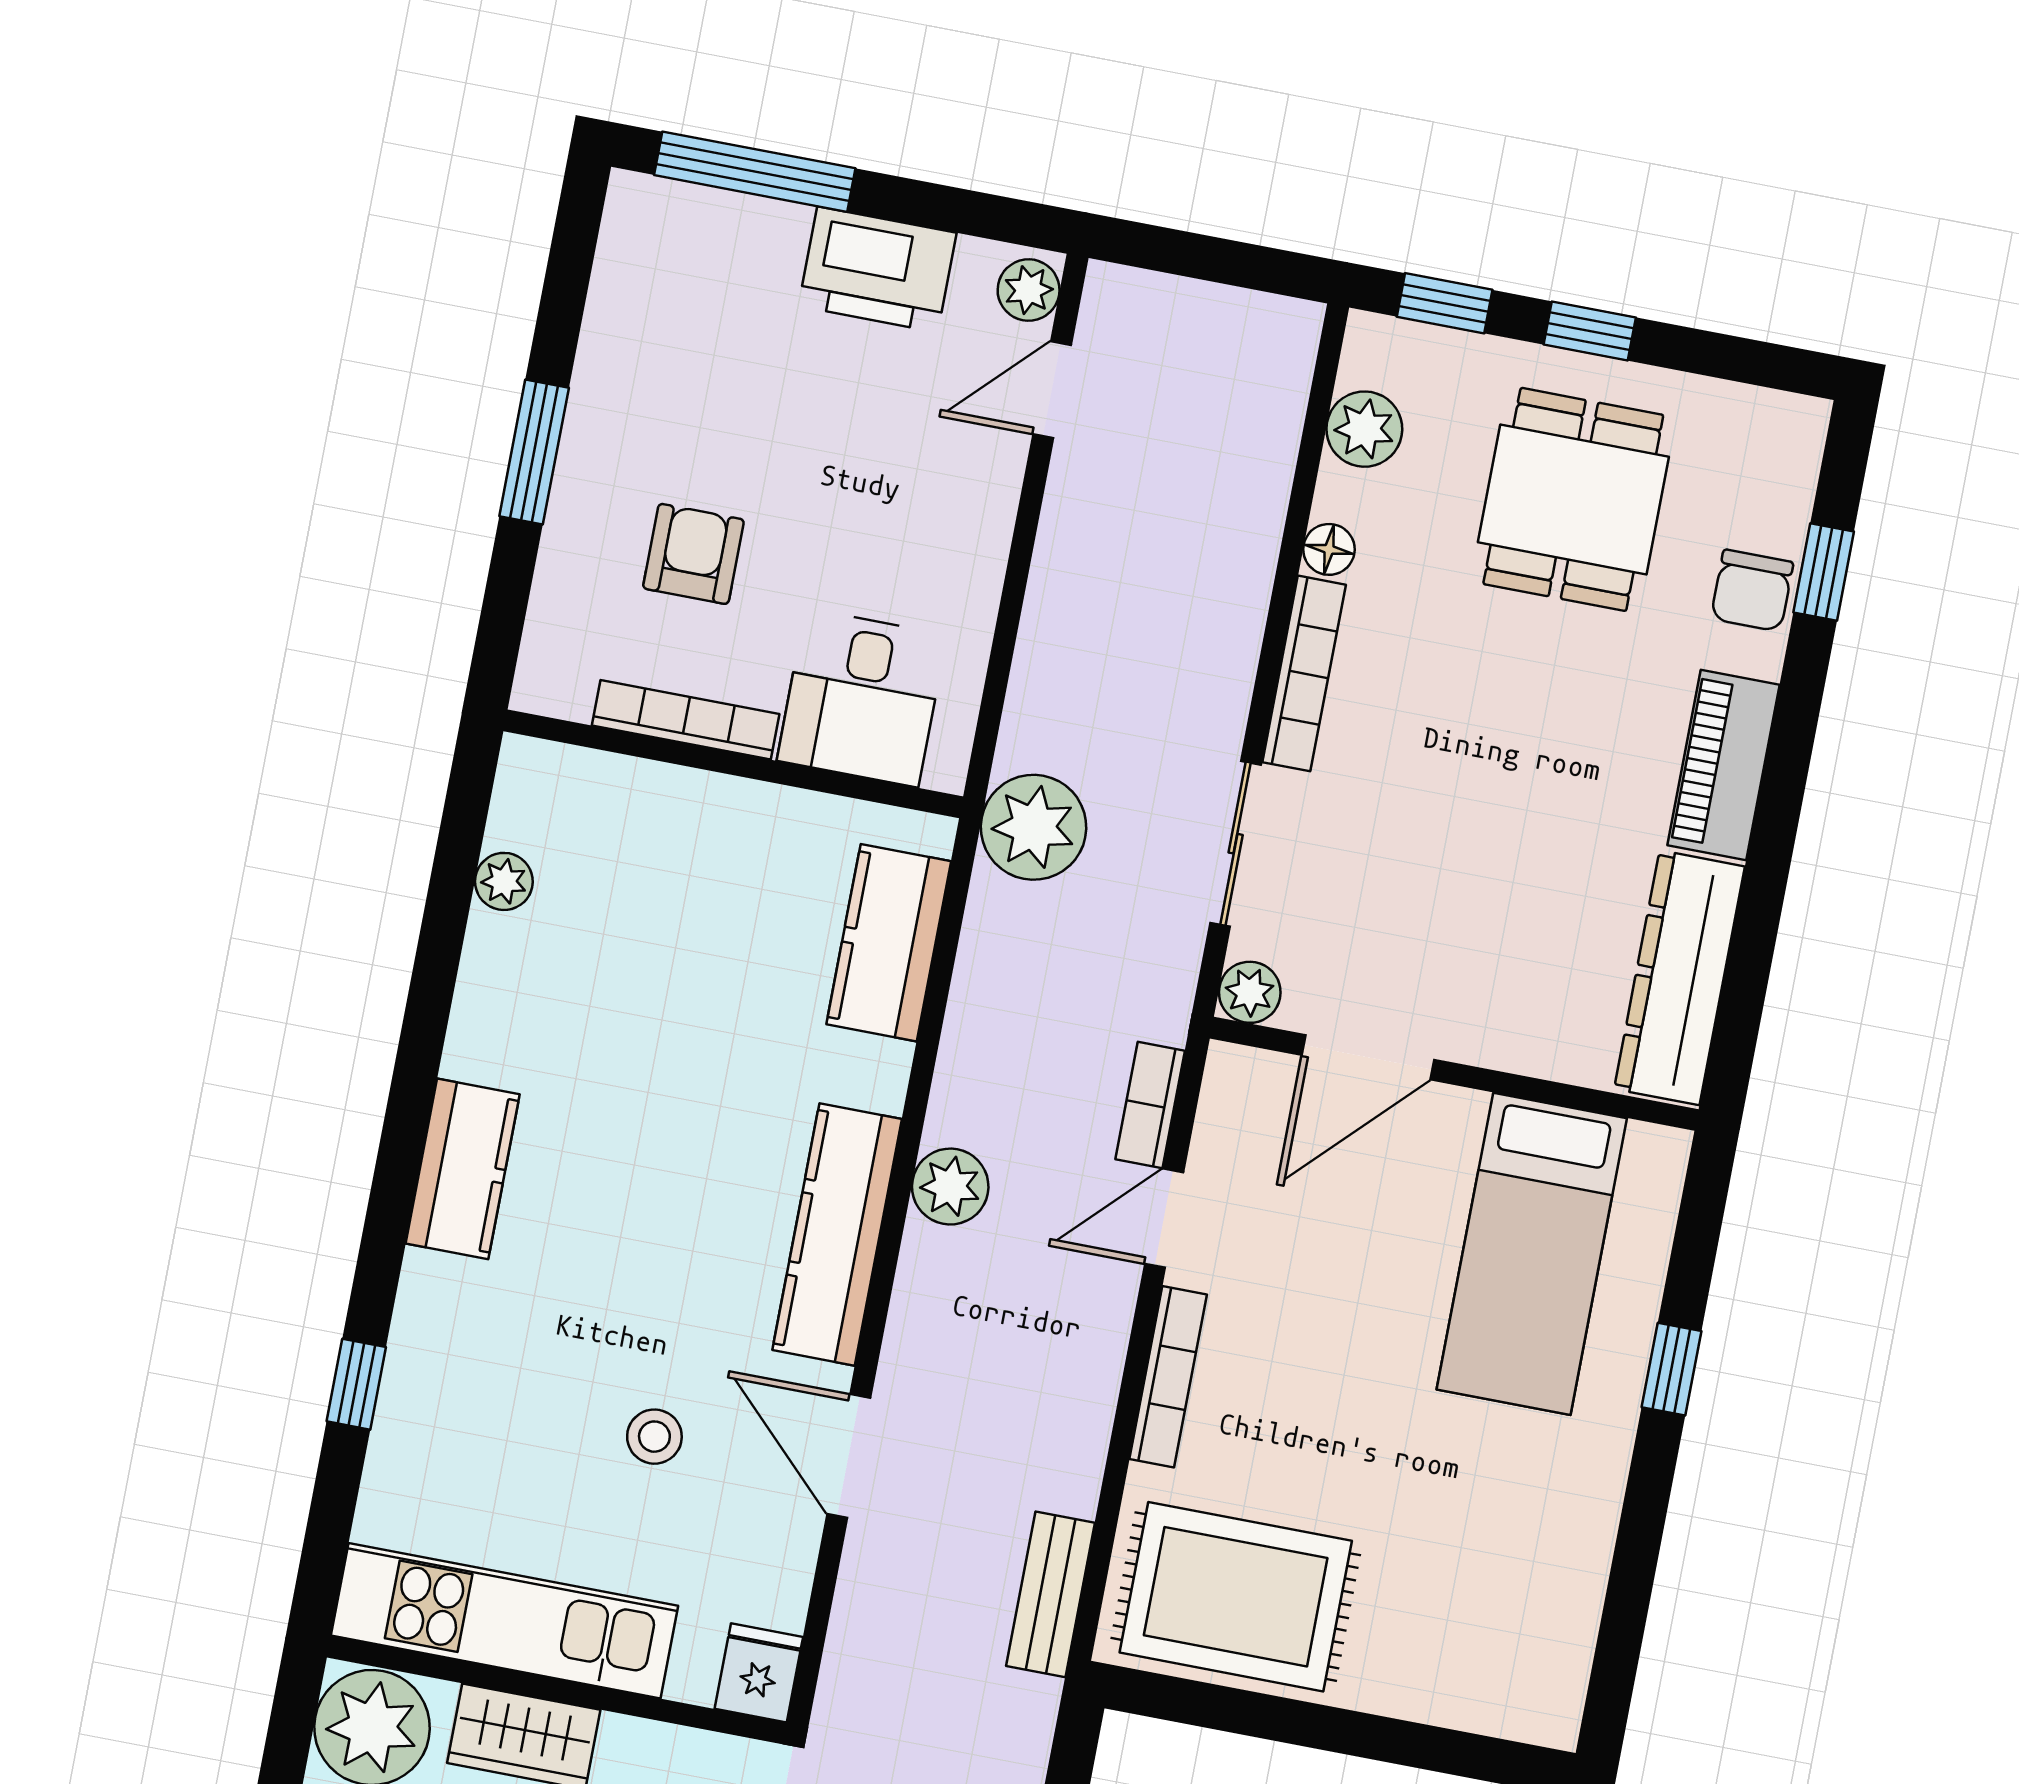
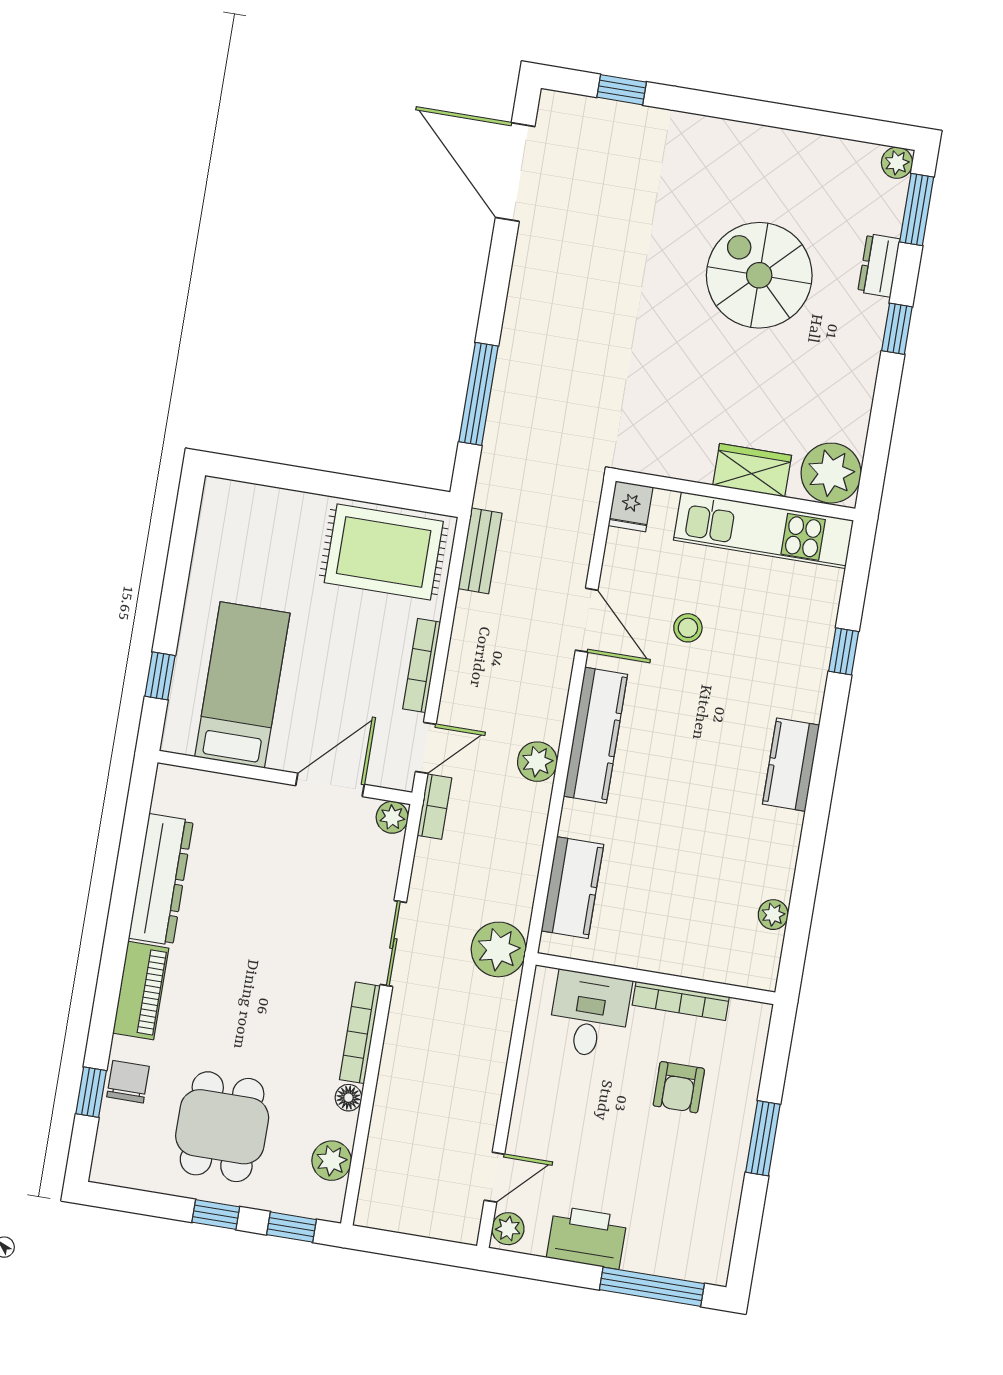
plant: (1250, 992) -> (392, 817), moved
door: (1368, 1057) -> (330, 785), moved
wall: (1454, 1074) -> (285, 777), moved
bed: (1532, 1254) -> (242, 685), moved

